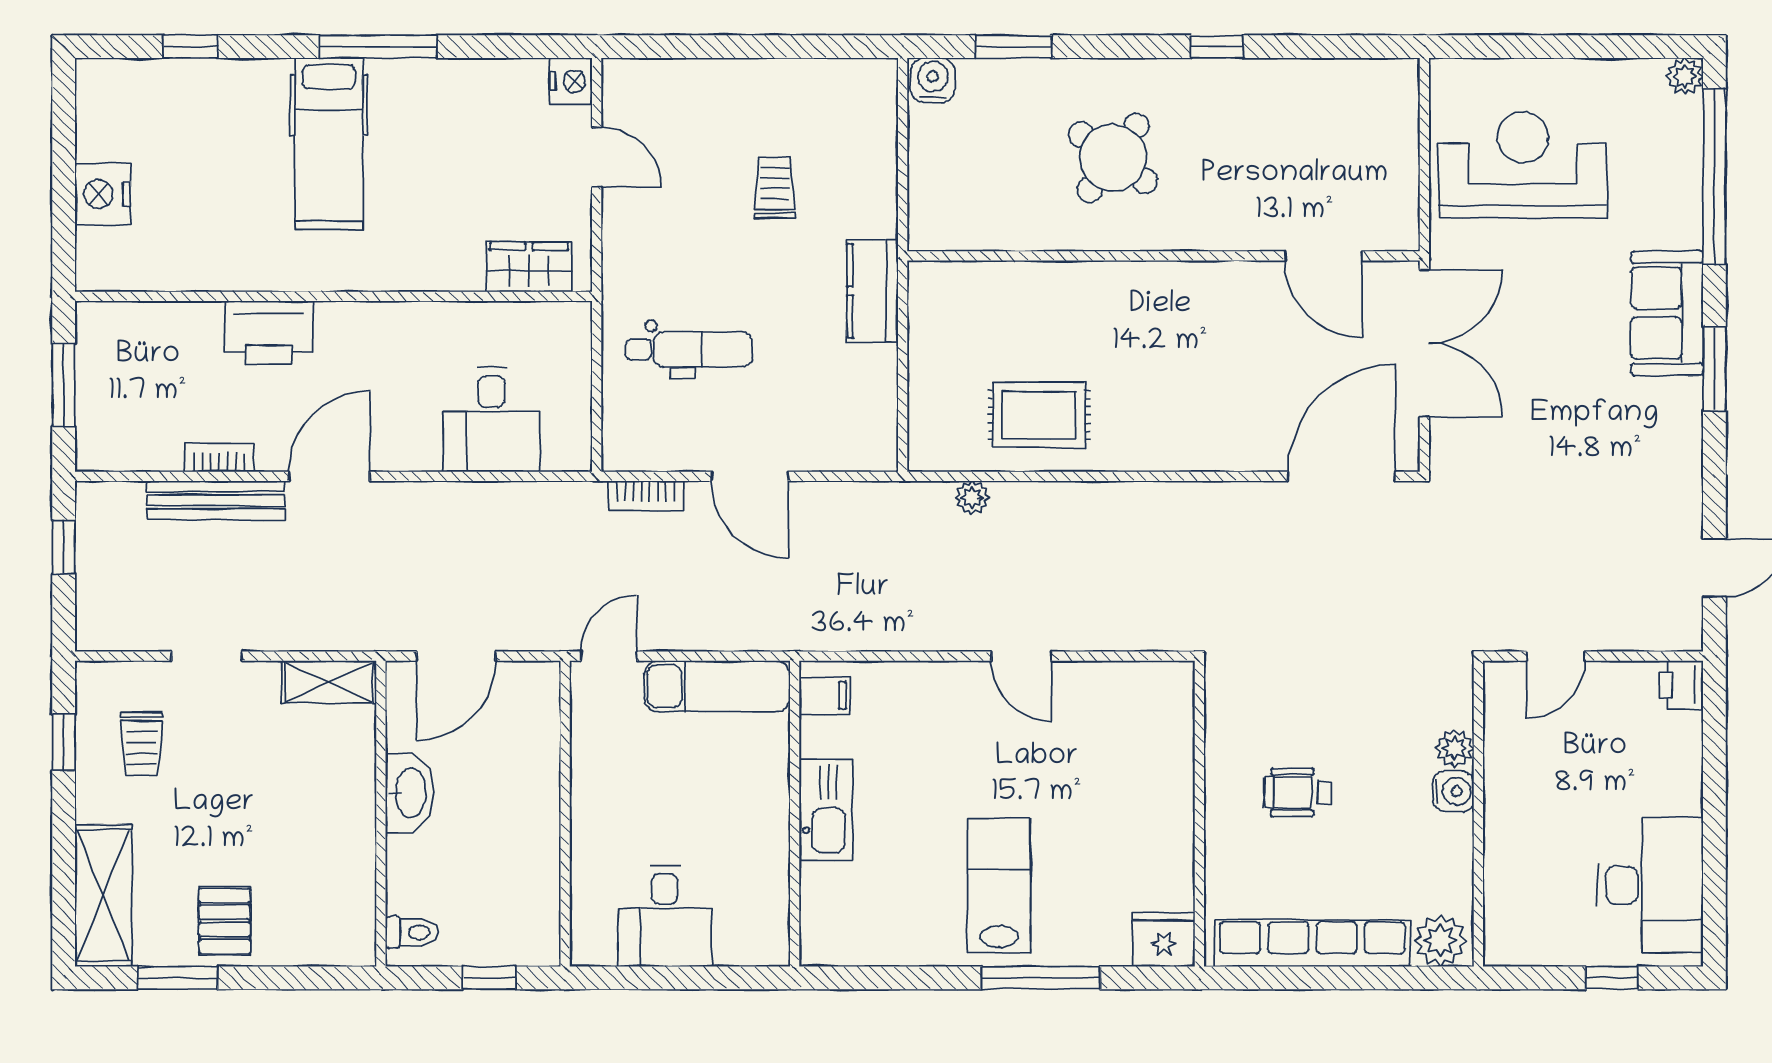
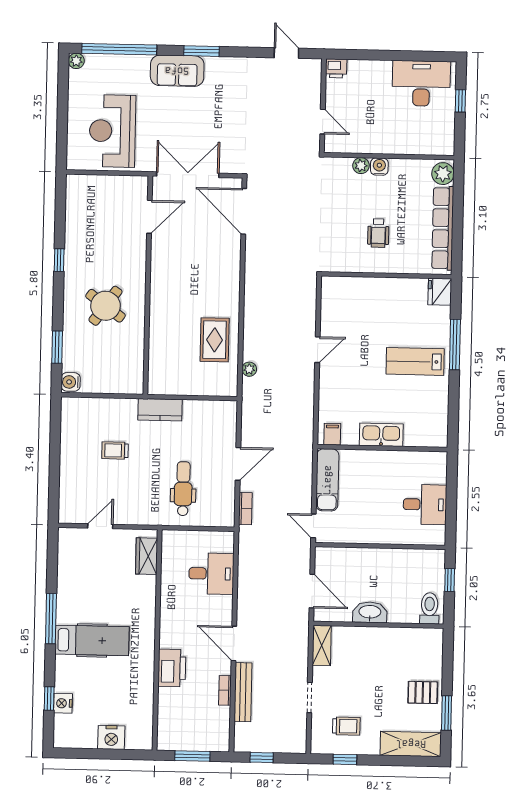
nightstand: (571, 81) -> (63, 703), moved, turned -90
toilet: (412, 932) -> (430, 608), width x1.37, depth x1.39

